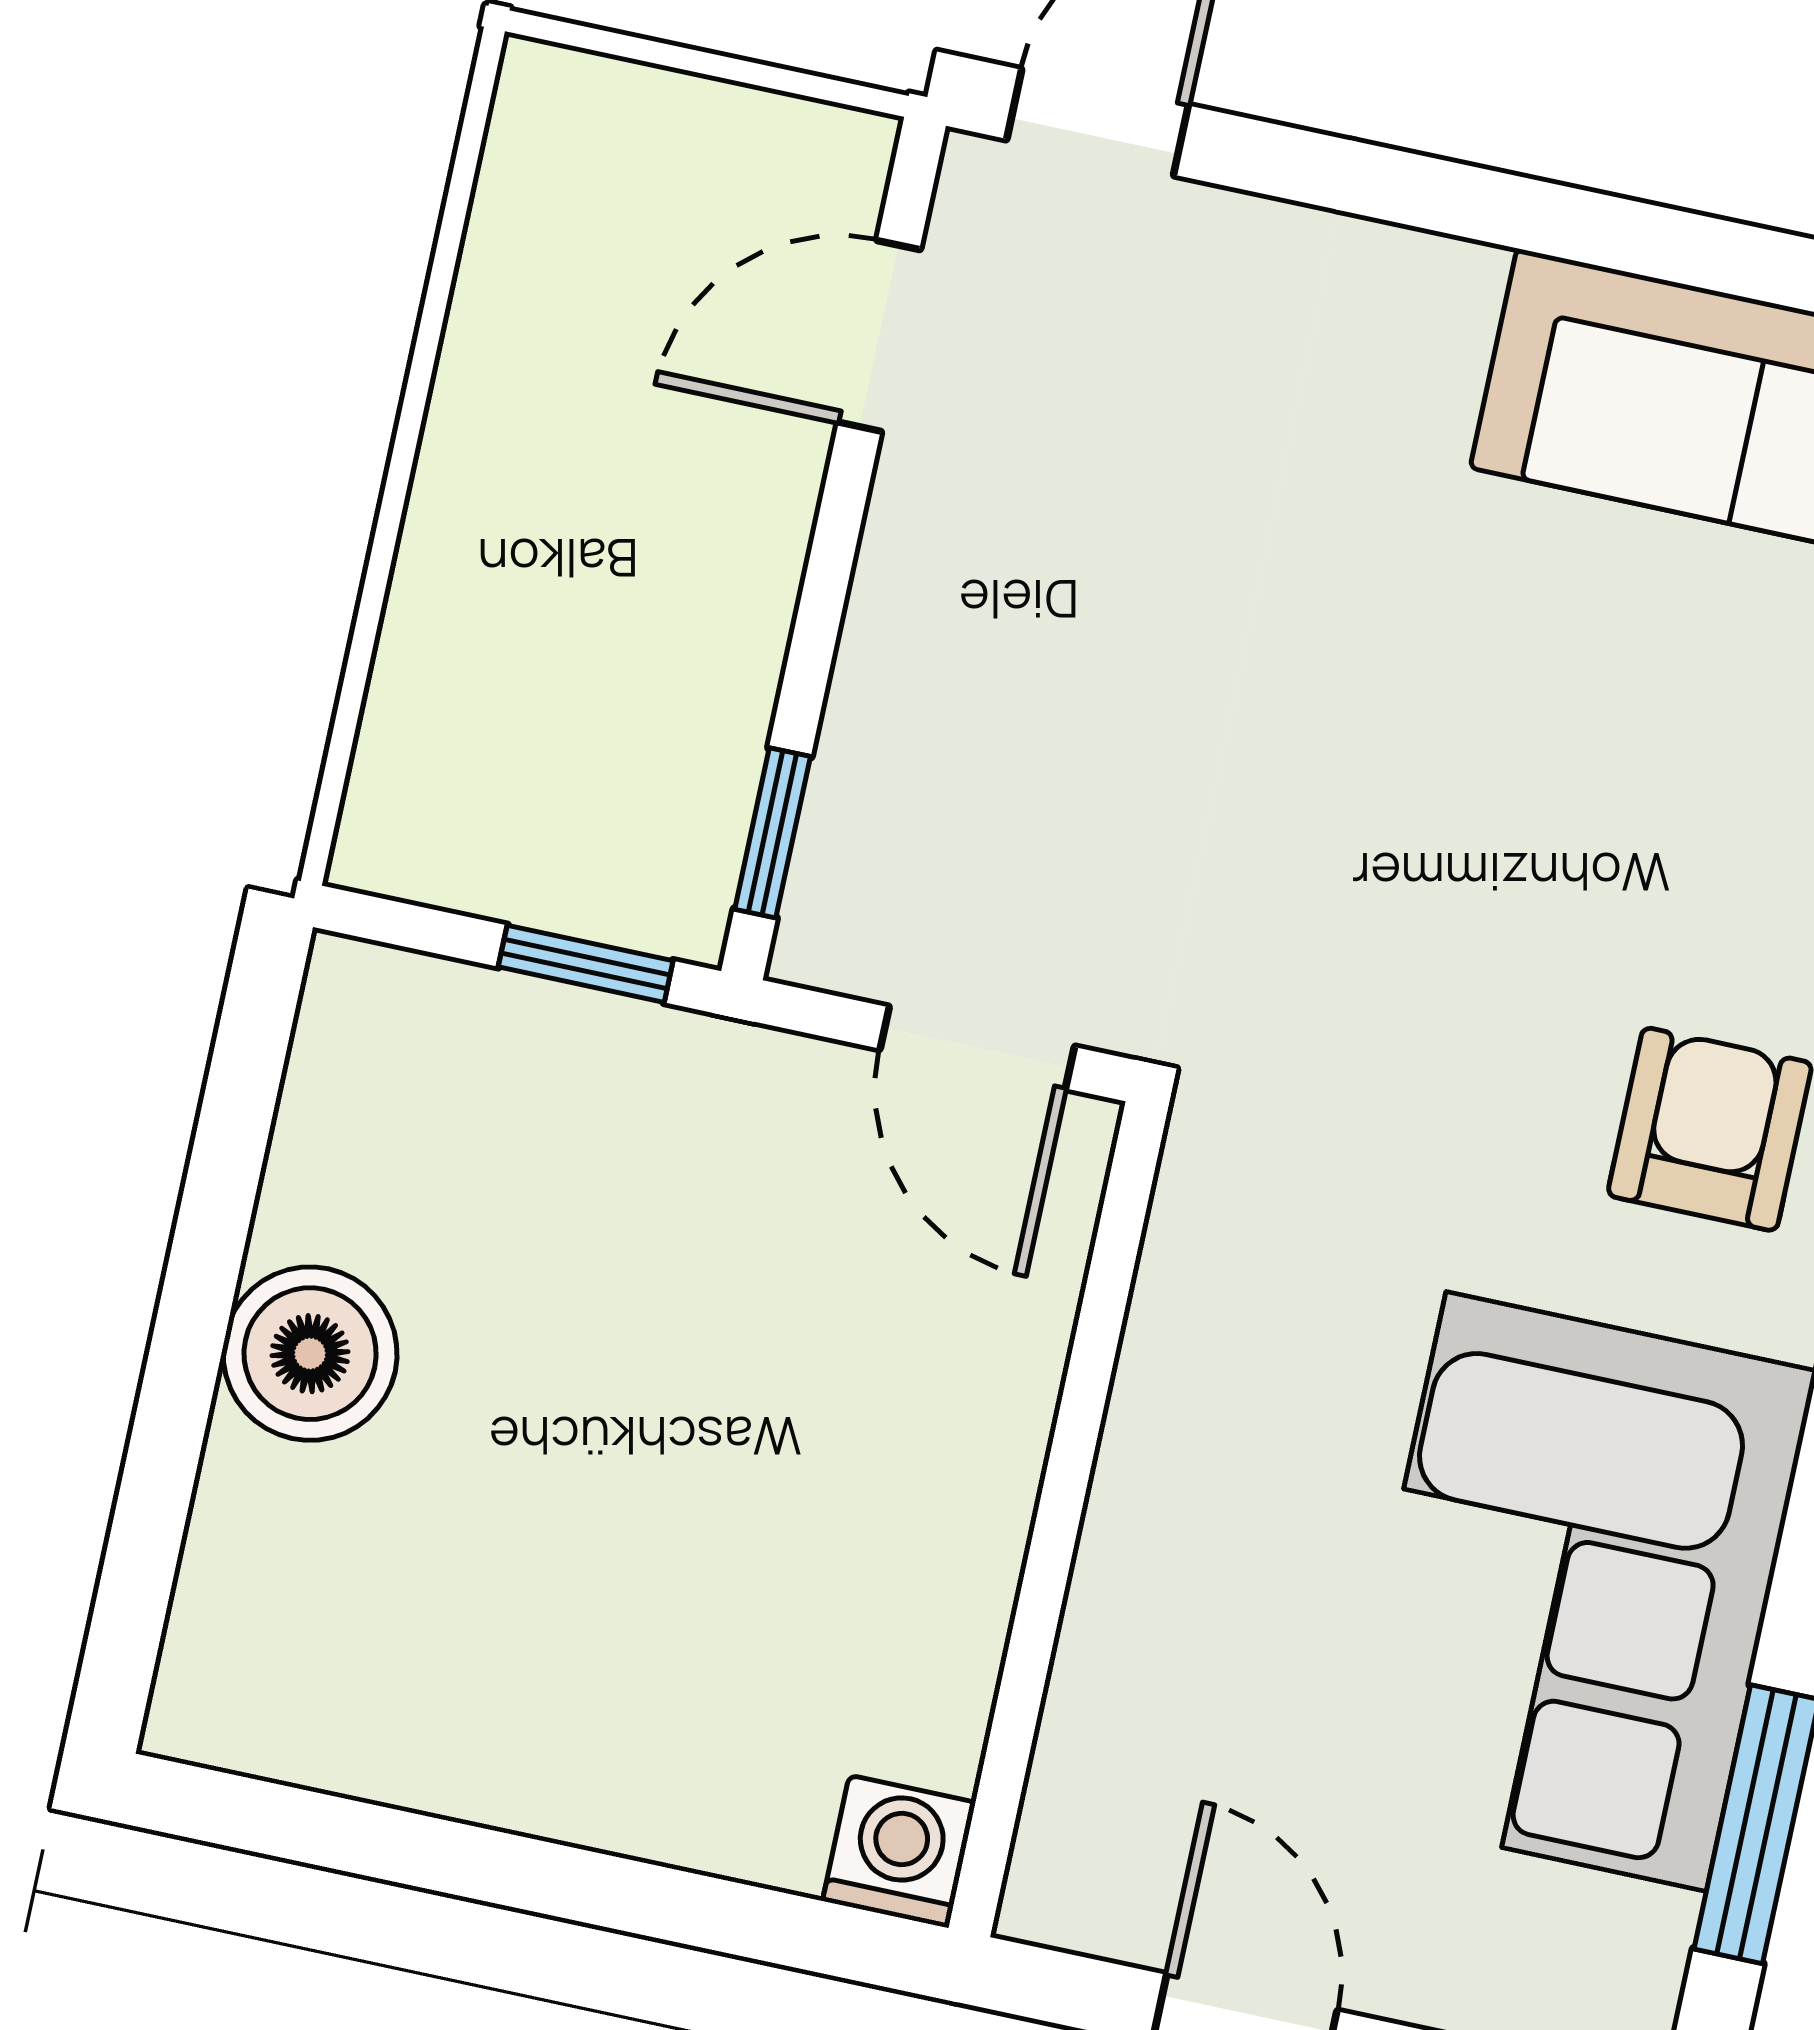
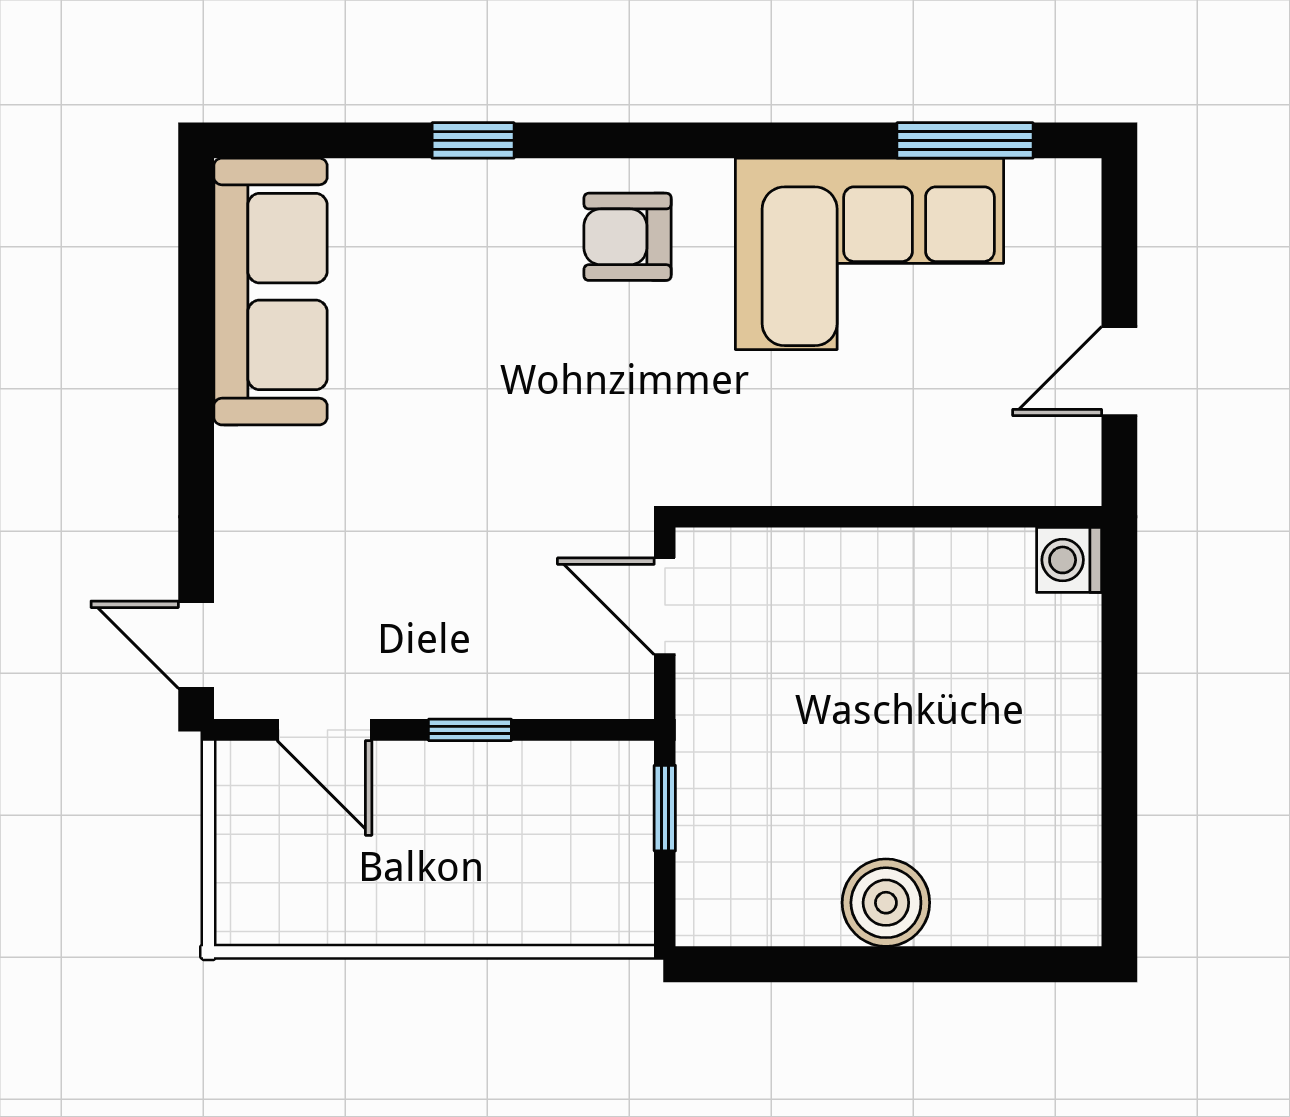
window: (773, 833) -> (470, 730), moved
door: (977, 1048) -> (665, 606), swing flipped

